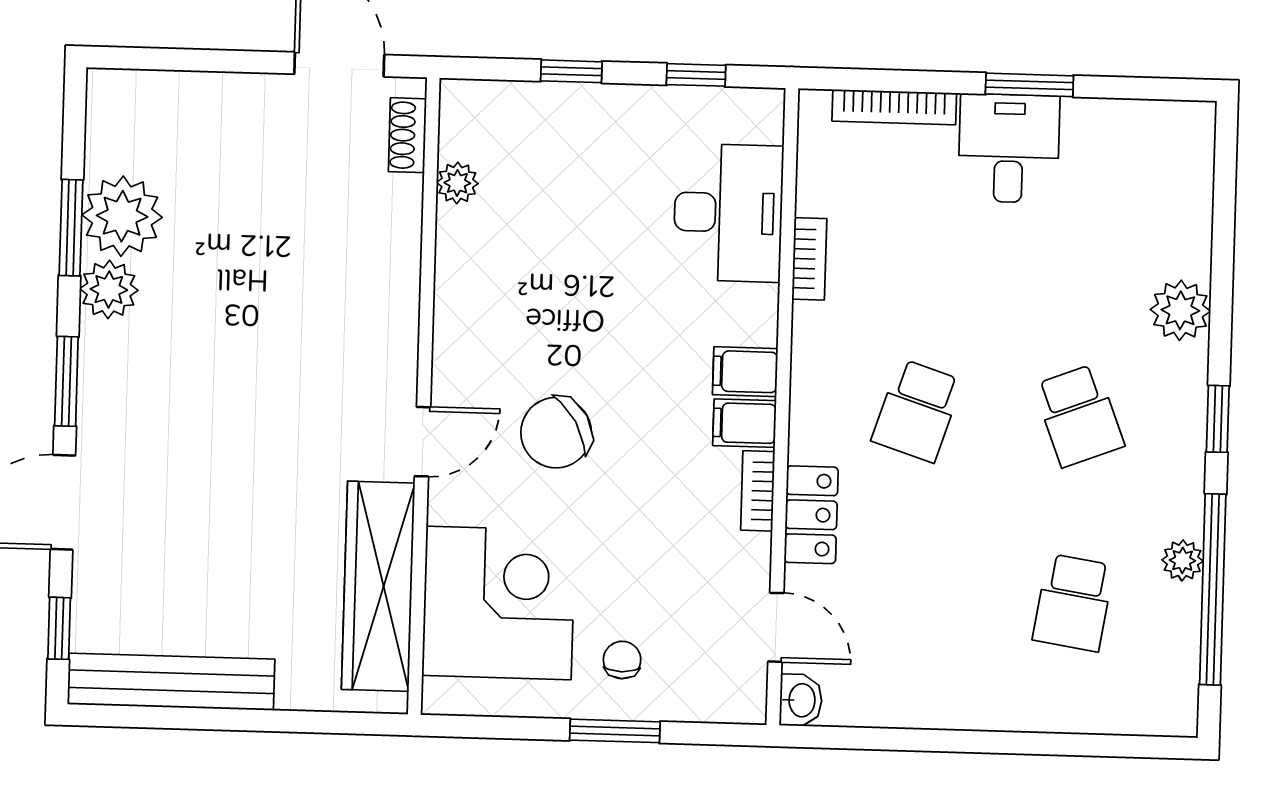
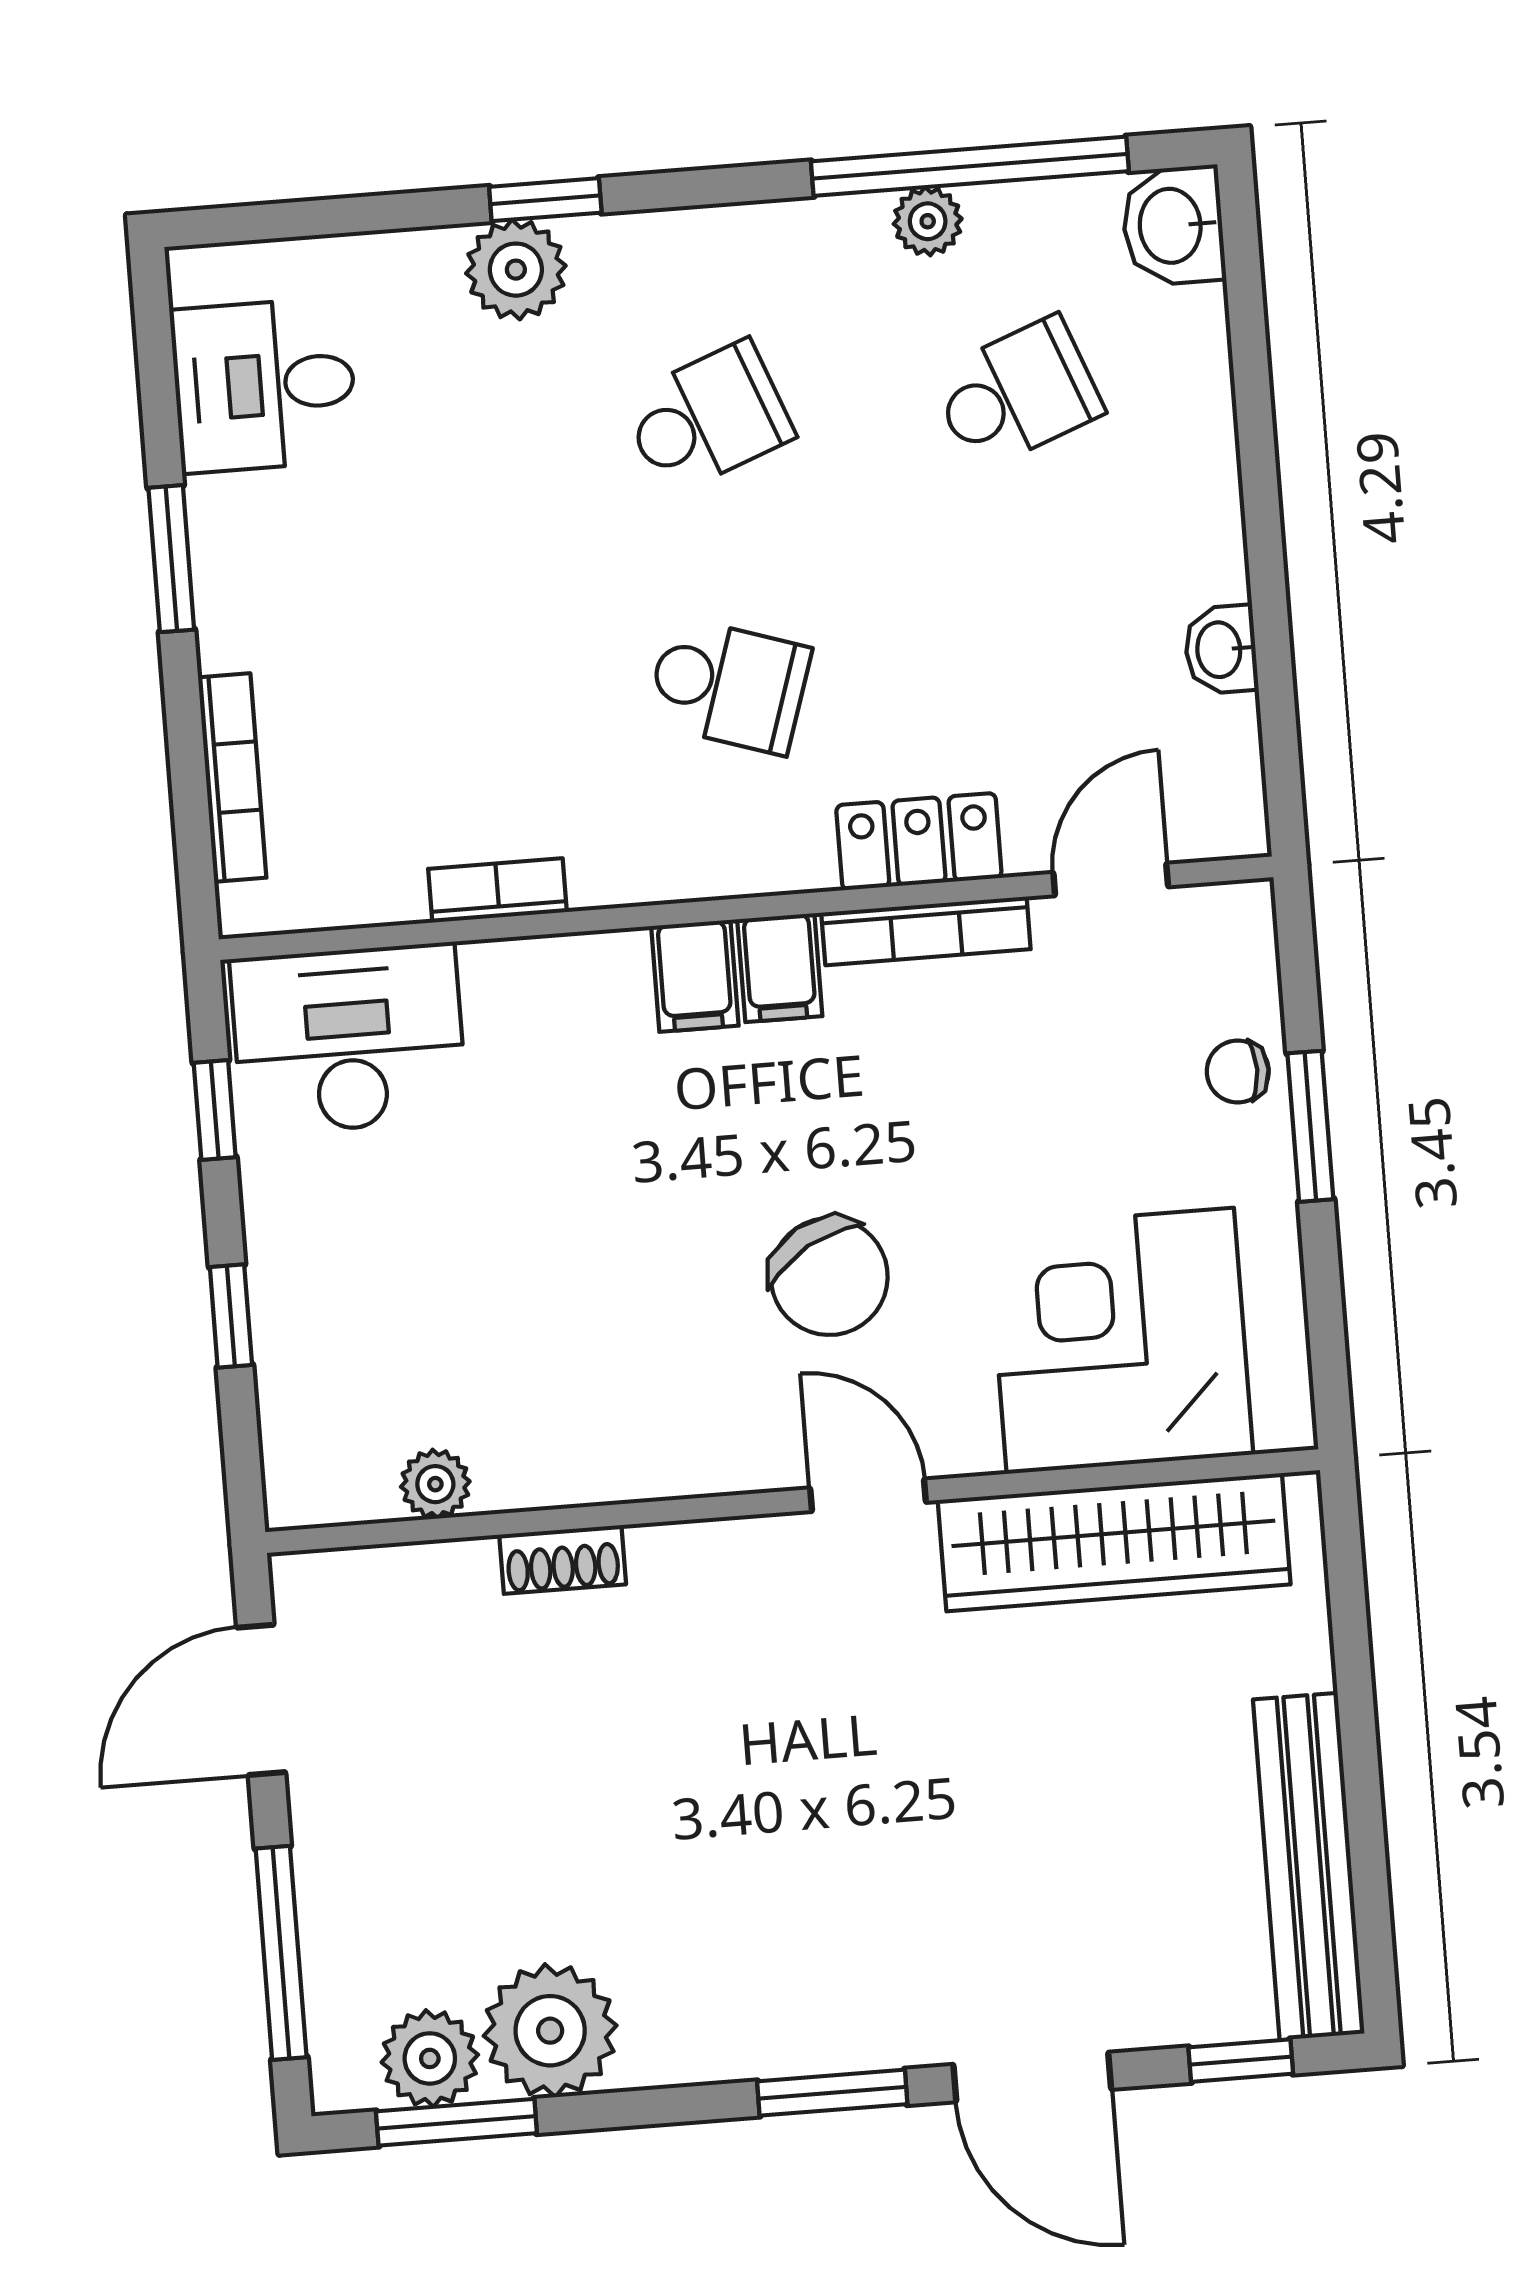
window: (186, 60) -> (281, 1953), added
shoe rack: (407, 135) -> (563, 1559), moved
desk: (1009, 148) -> (264, 385), moved
desk: (728, 213) -> (349, 1039), moved
window: (71, 228) -> (456, 2122), moved
plant: (109, 289) -> (430, 2058), moved
window: (1218, 419) -> (545, 200), moved
bookcase: (758, 491) -> (926, 931), width x1.56
school desk: (1073, 603) -> (1017, 394), turned -30
chair: (622, 660) -> (1238, 1071), moved
washbasin: (801, 700) -> (1221, 650), moved, turned -90
washbasin: (1164, 707) -> (1173, 226), added

